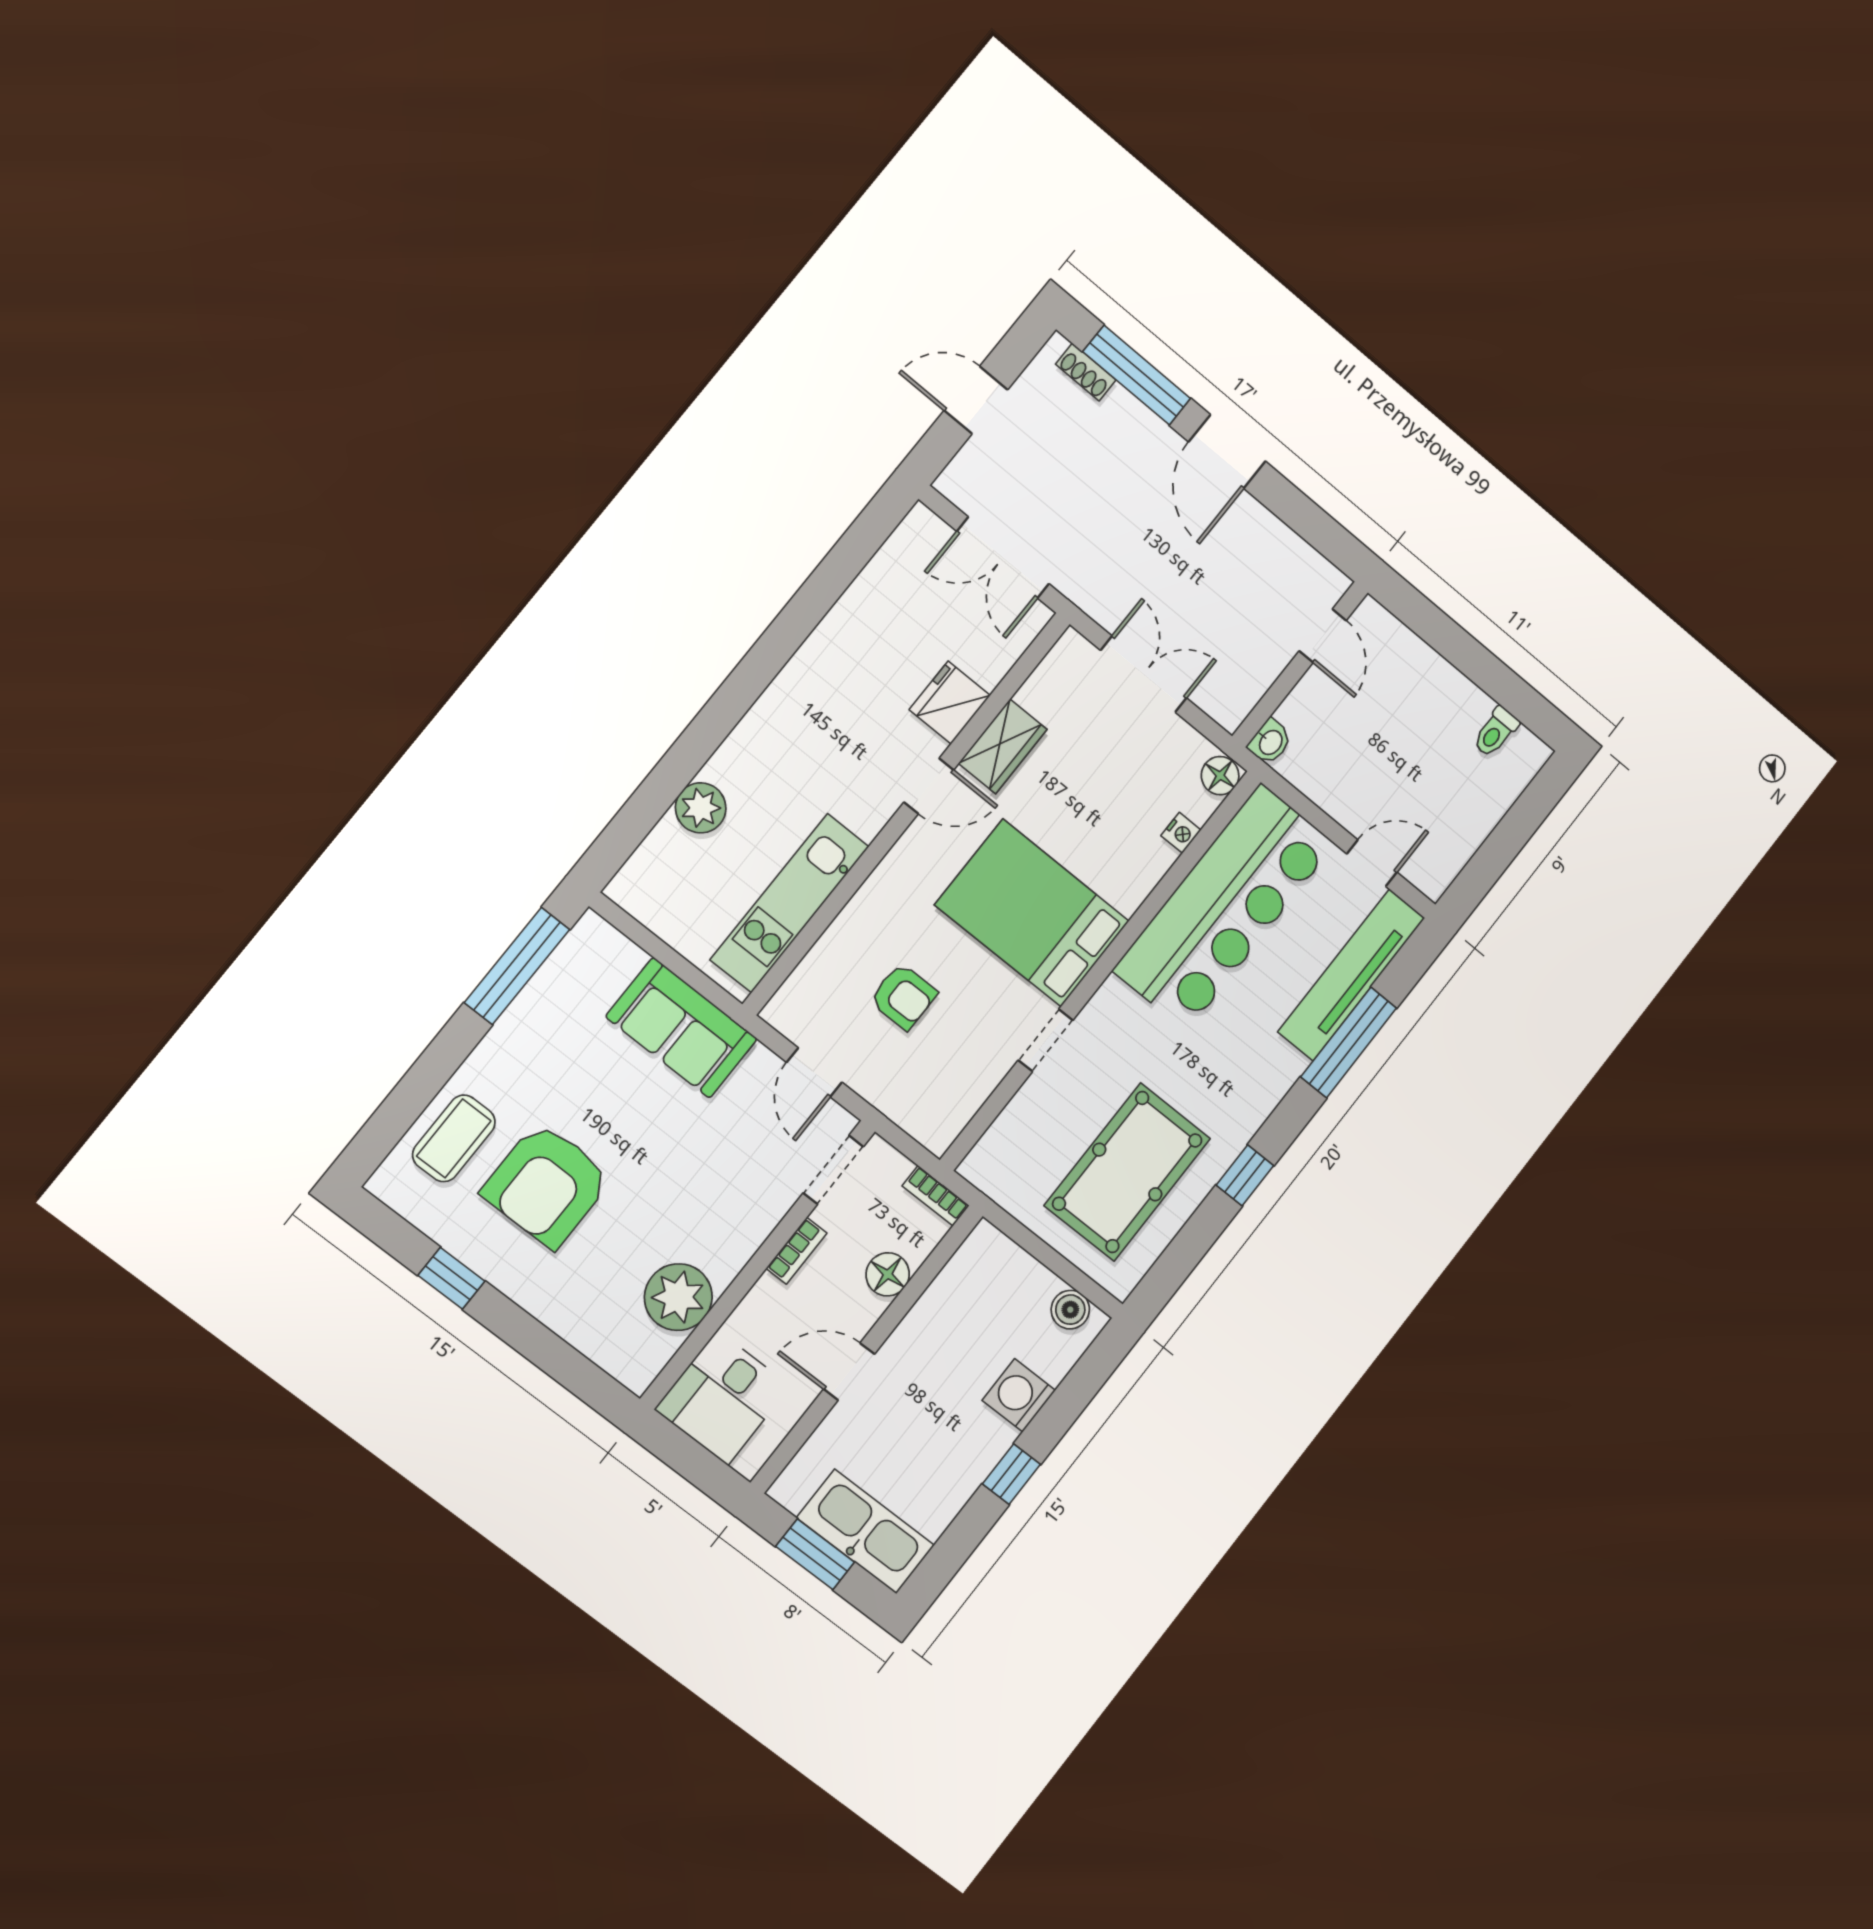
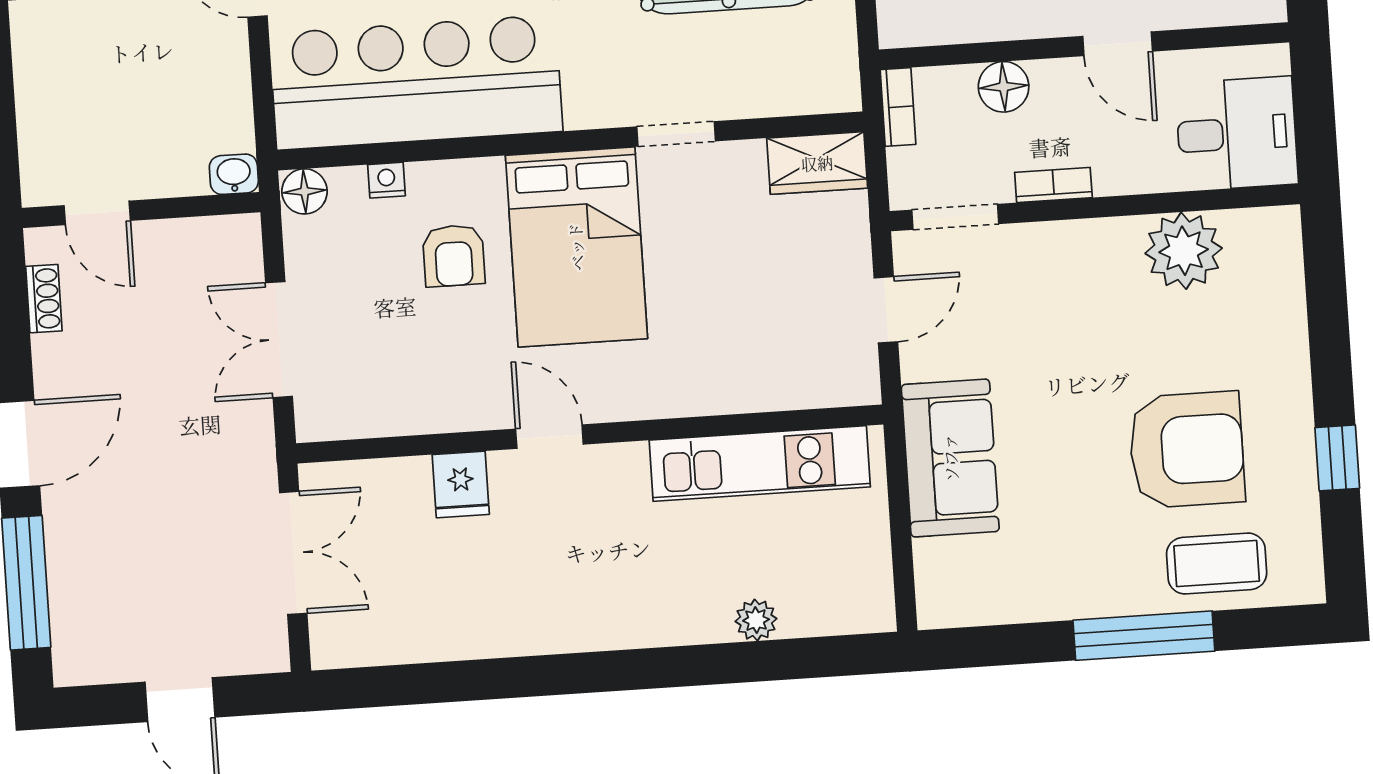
shoe rack: (1086, 372) -> (44, 299), moved
door: (1323, 636) -> (97, 213), swing flipped
fridge: (950, 702) -> (461, 484), width x0.72
wardrobe: (1003, 746) -> (817, 163), moved, turned 180
plant: (701, 808) -> (756, 620), width x0.73, depth x0.73
window: (517, 966) -> (1144, 636), moved
armchair: (903, 997) -> (454, 256), moved, turned 180

